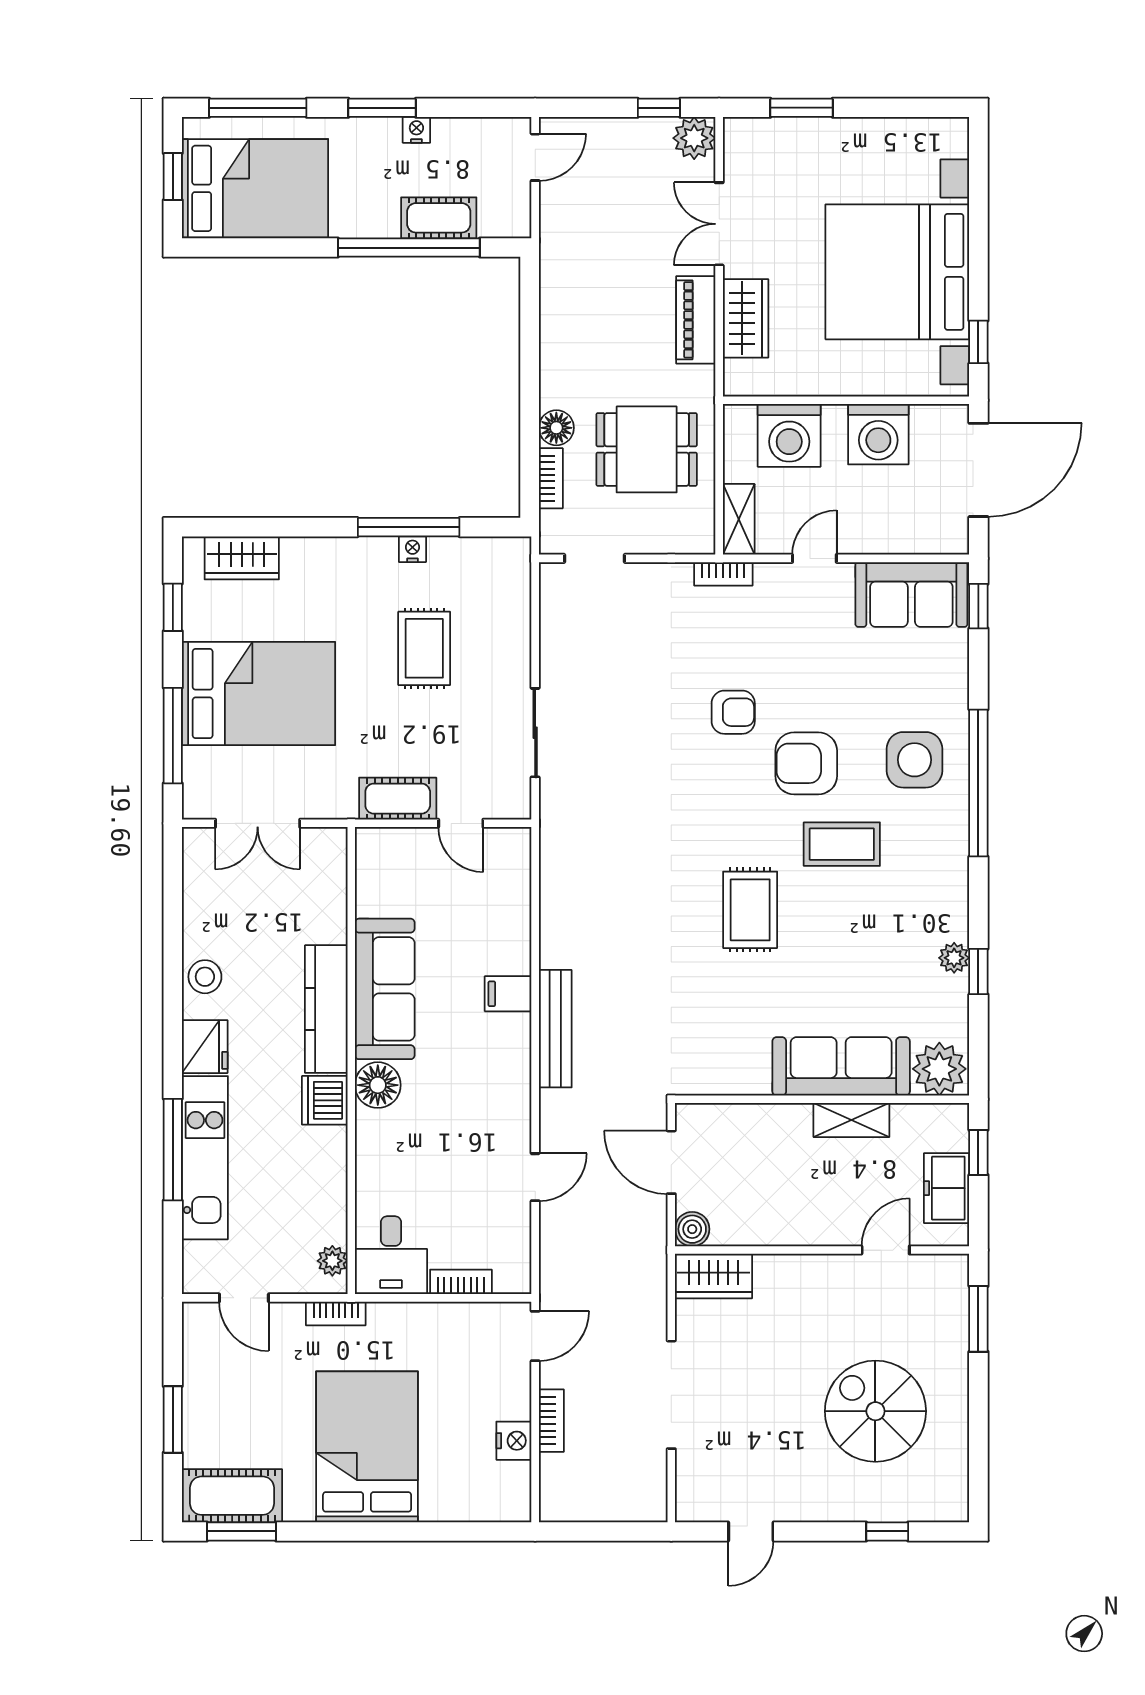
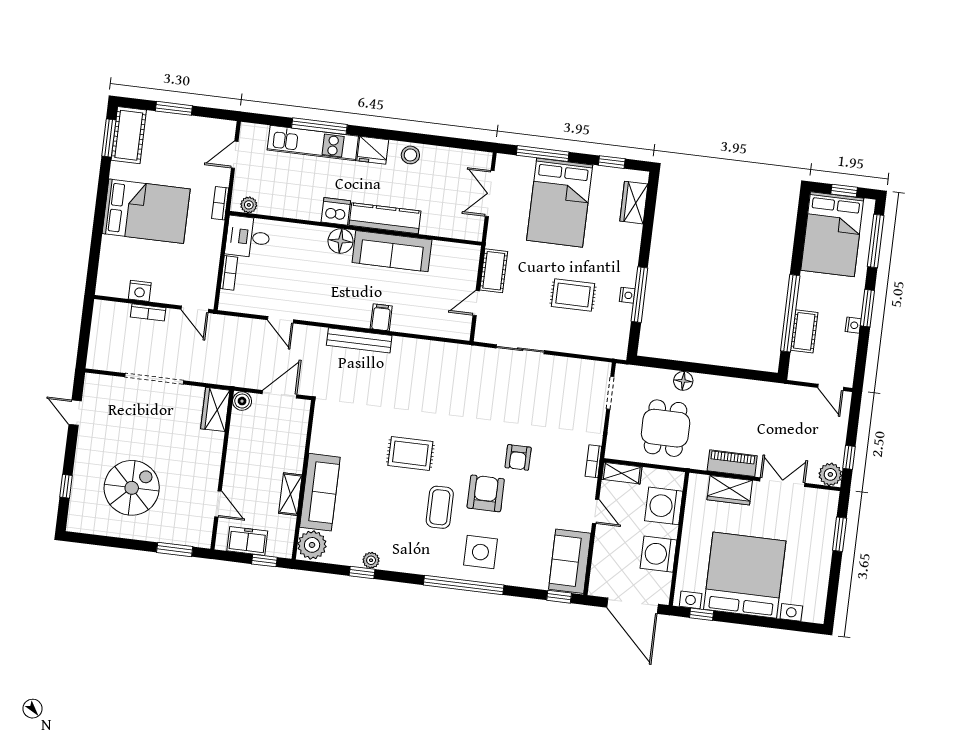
bookcase: (551, 478) -> (656, 375), removed

